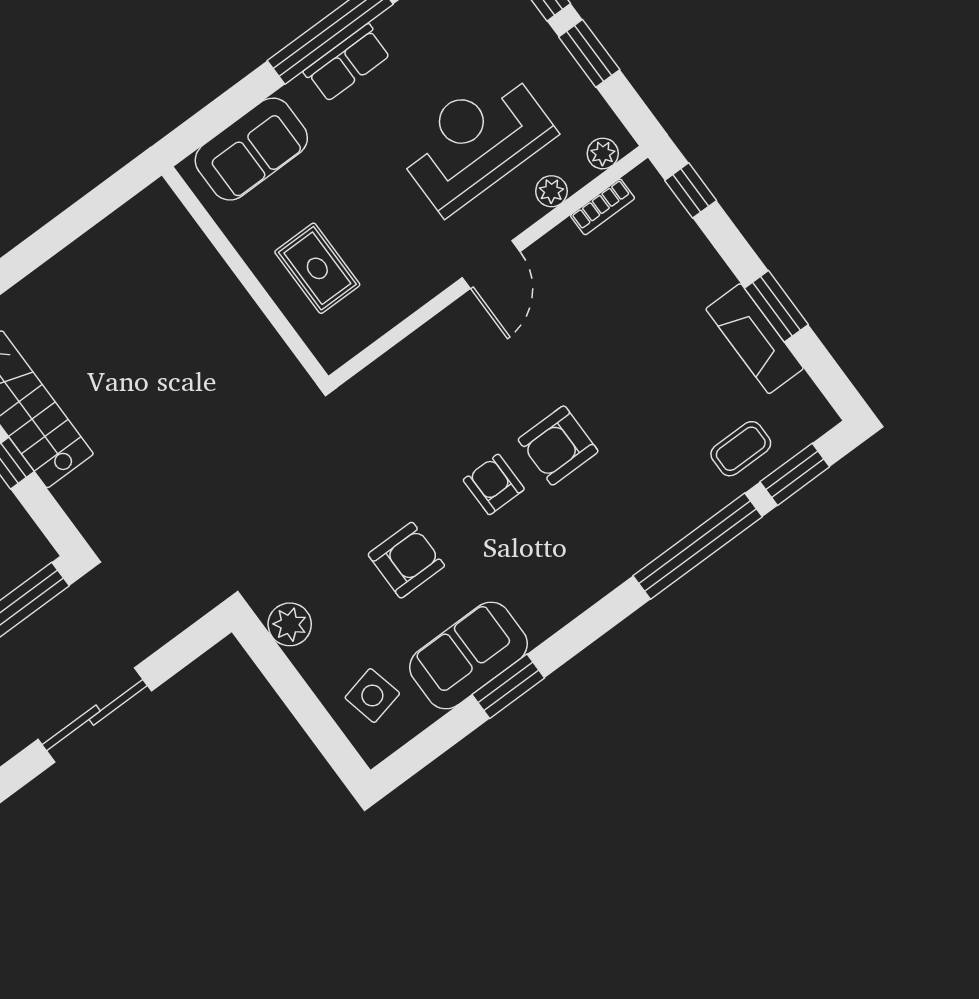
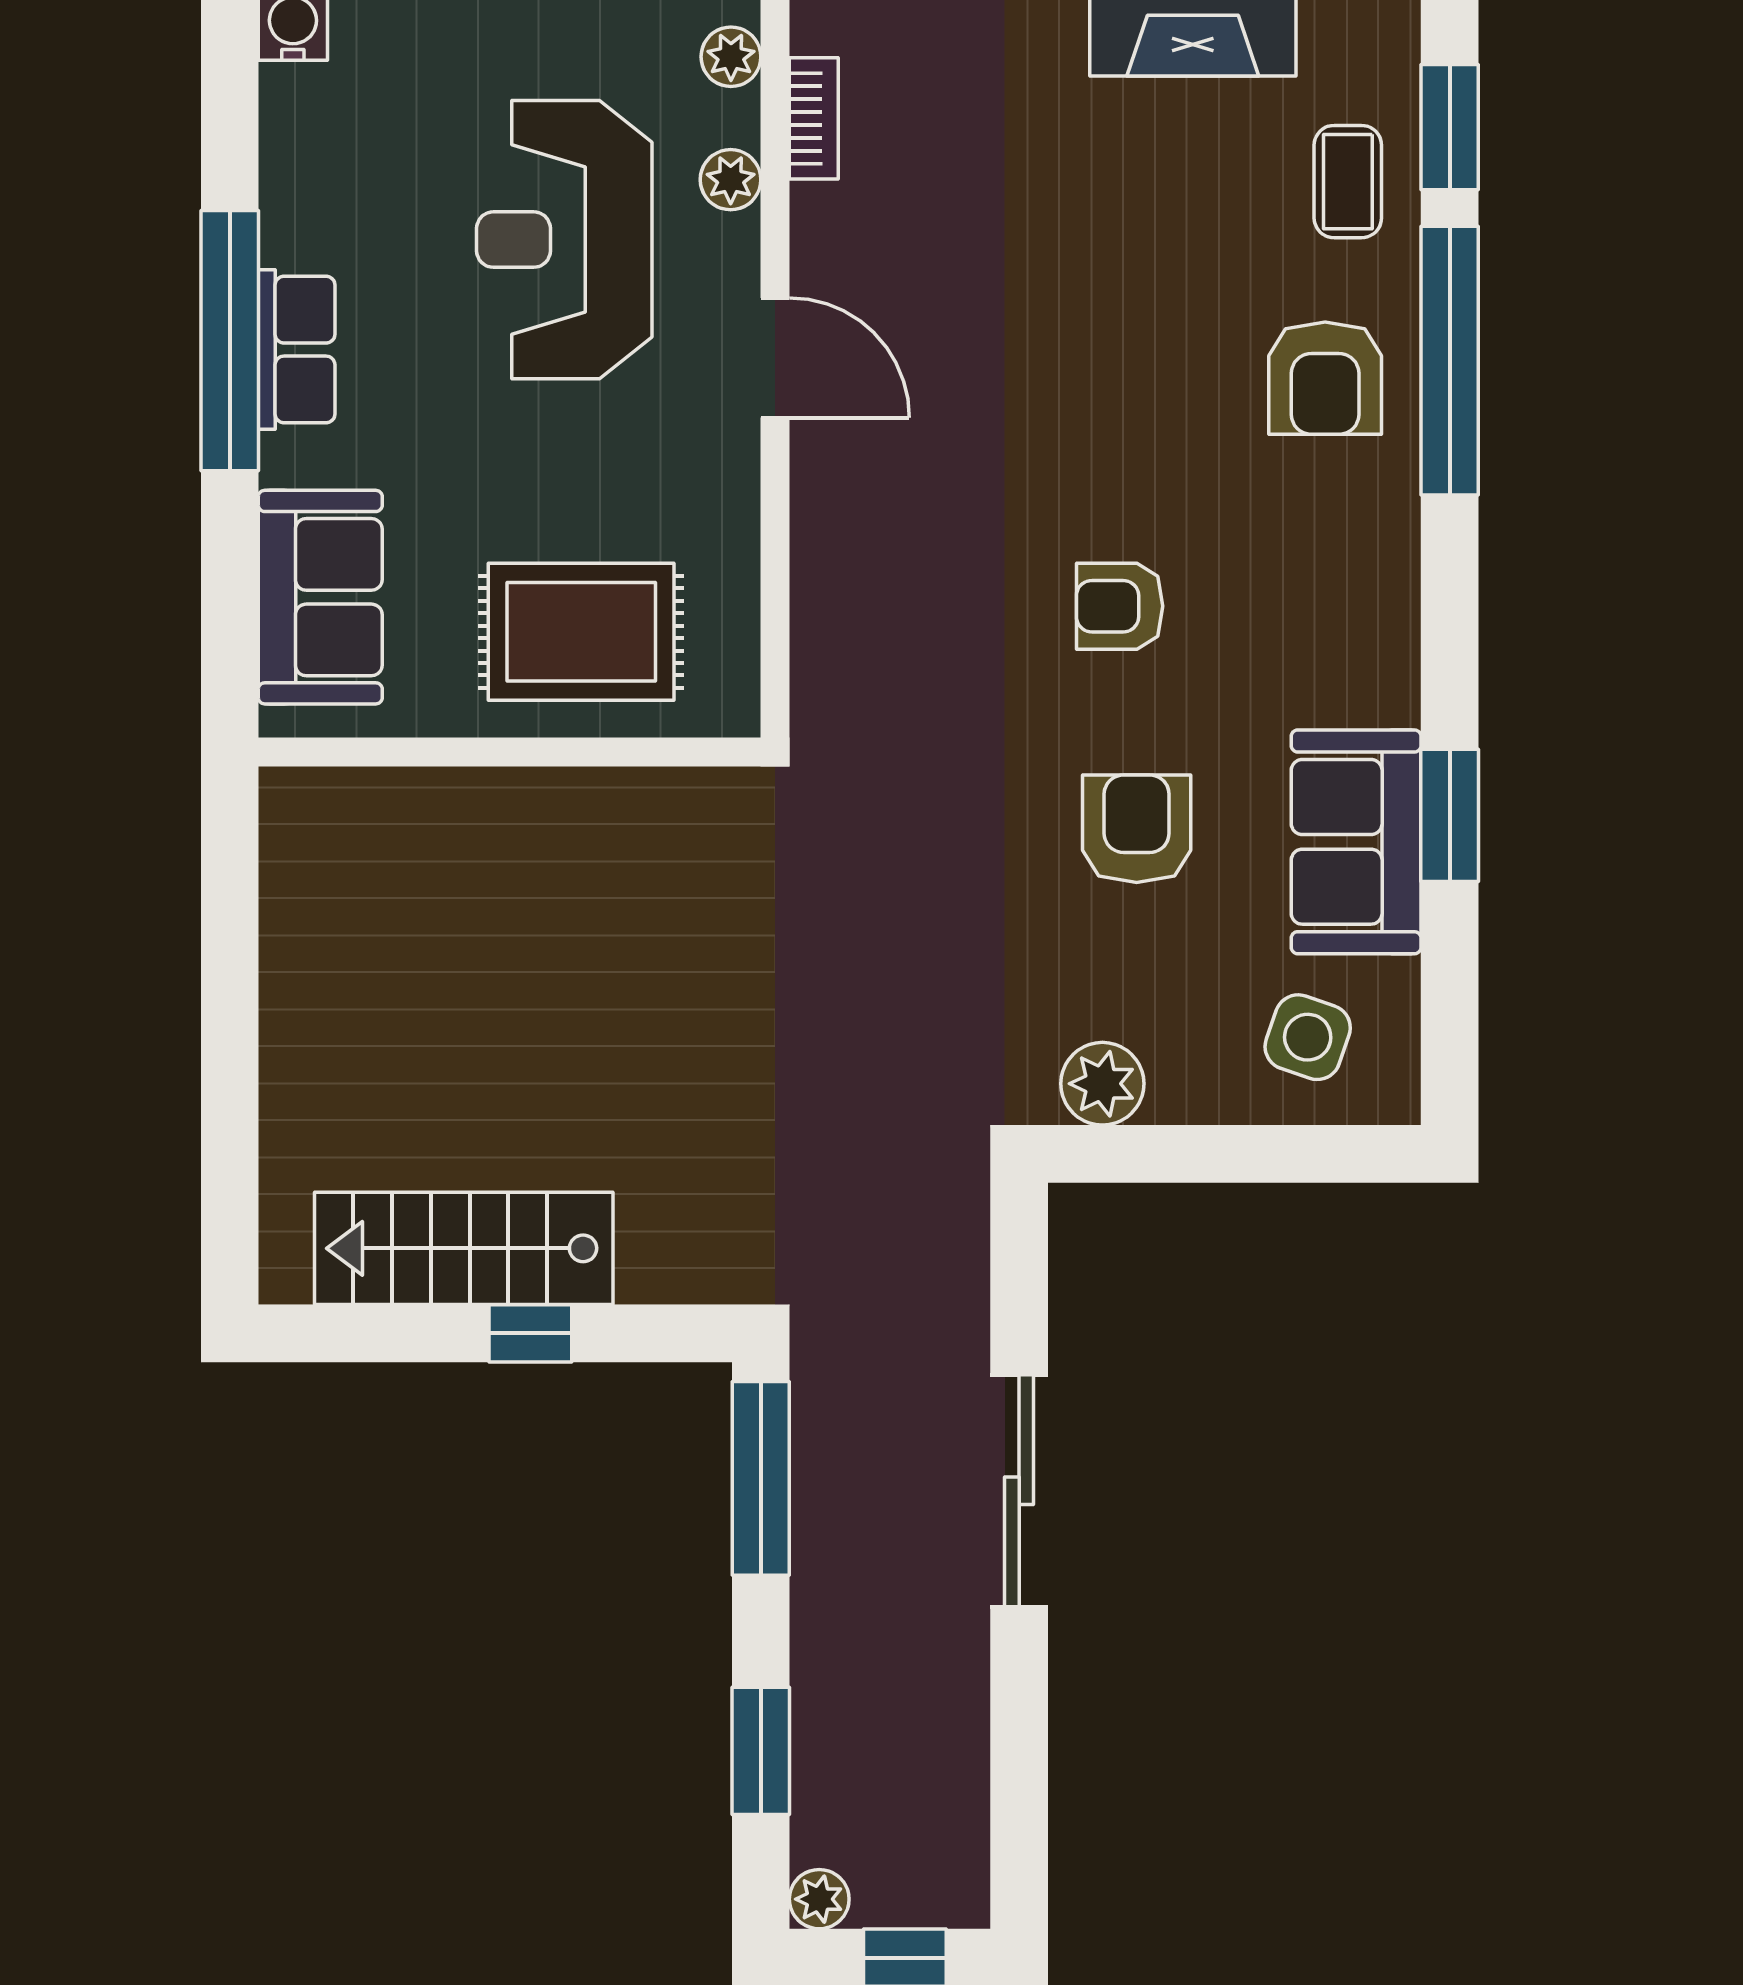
rug: (317, 268) -> (581, 632), width x1.36, depth x1.43
armchair: (558, 445) -> (1325, 378), moved
side table: (372, 696) -> (1308, 1037), turned 32

